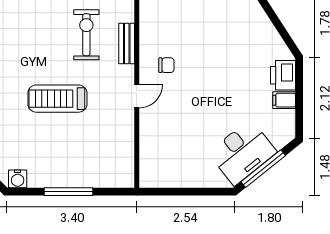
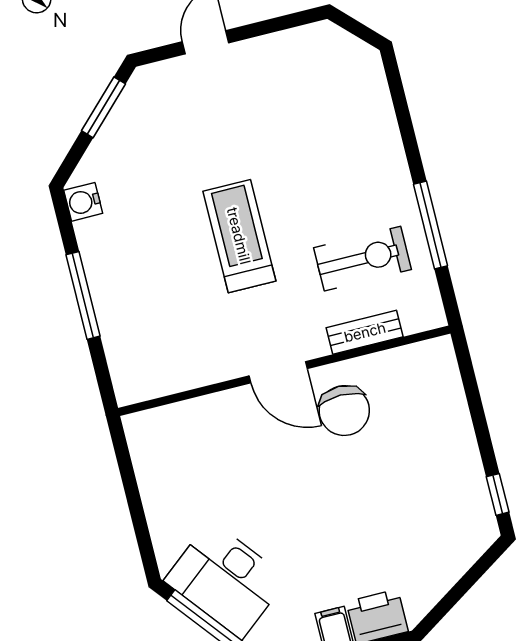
chair: (166, 65) -> (344, 411), width x1.87, depth x1.87
door: (137, 96) -> (278, 372), width x1.38

